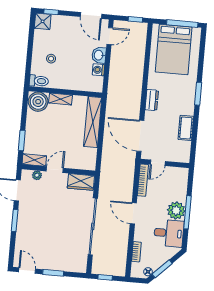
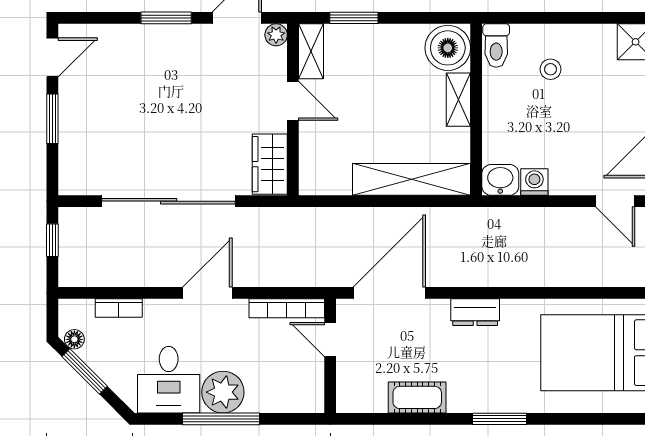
washbasin: (99, 55) -> (500, 180), moved
plant: (37, 175) -> (276, 35), moved

